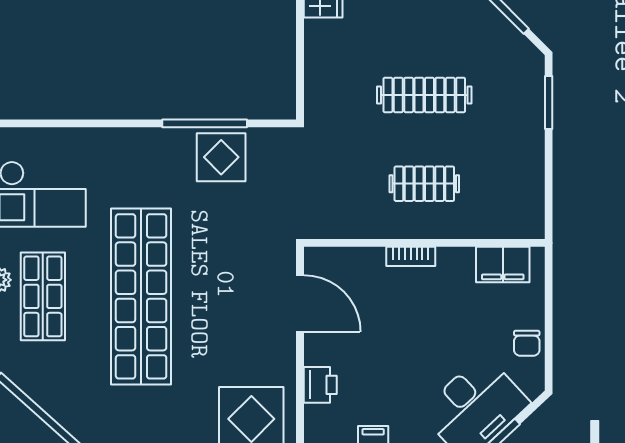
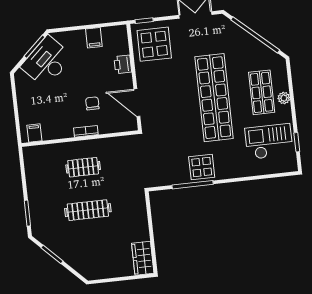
display table: (221, 157) -> (202, 167), moved
filing cabinet: (503, 264) -> (34, 133), width x0.50
chair: (527, 343) -> (92, 103), moved

